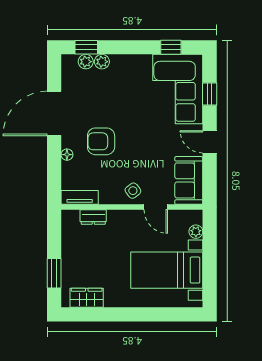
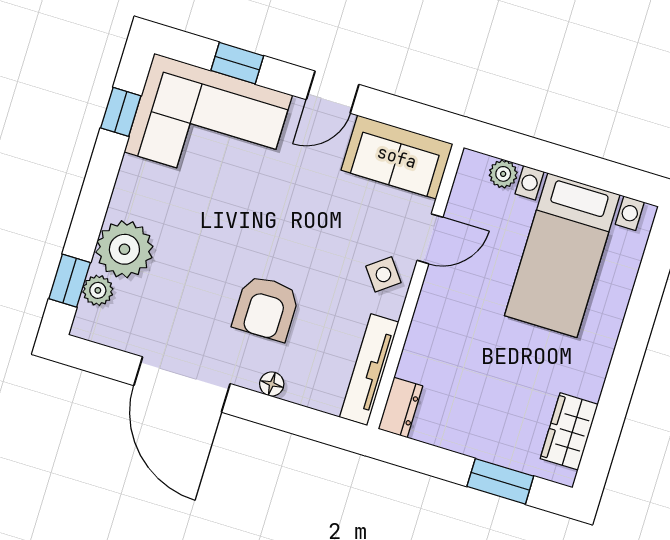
plant: (102, 62) -> (124, 249), width x1.88, depth x1.88
tv unit: (80, 197) -> (369, 370), width x1.41
dresser: (93, 217) -> (400, 407), moved

